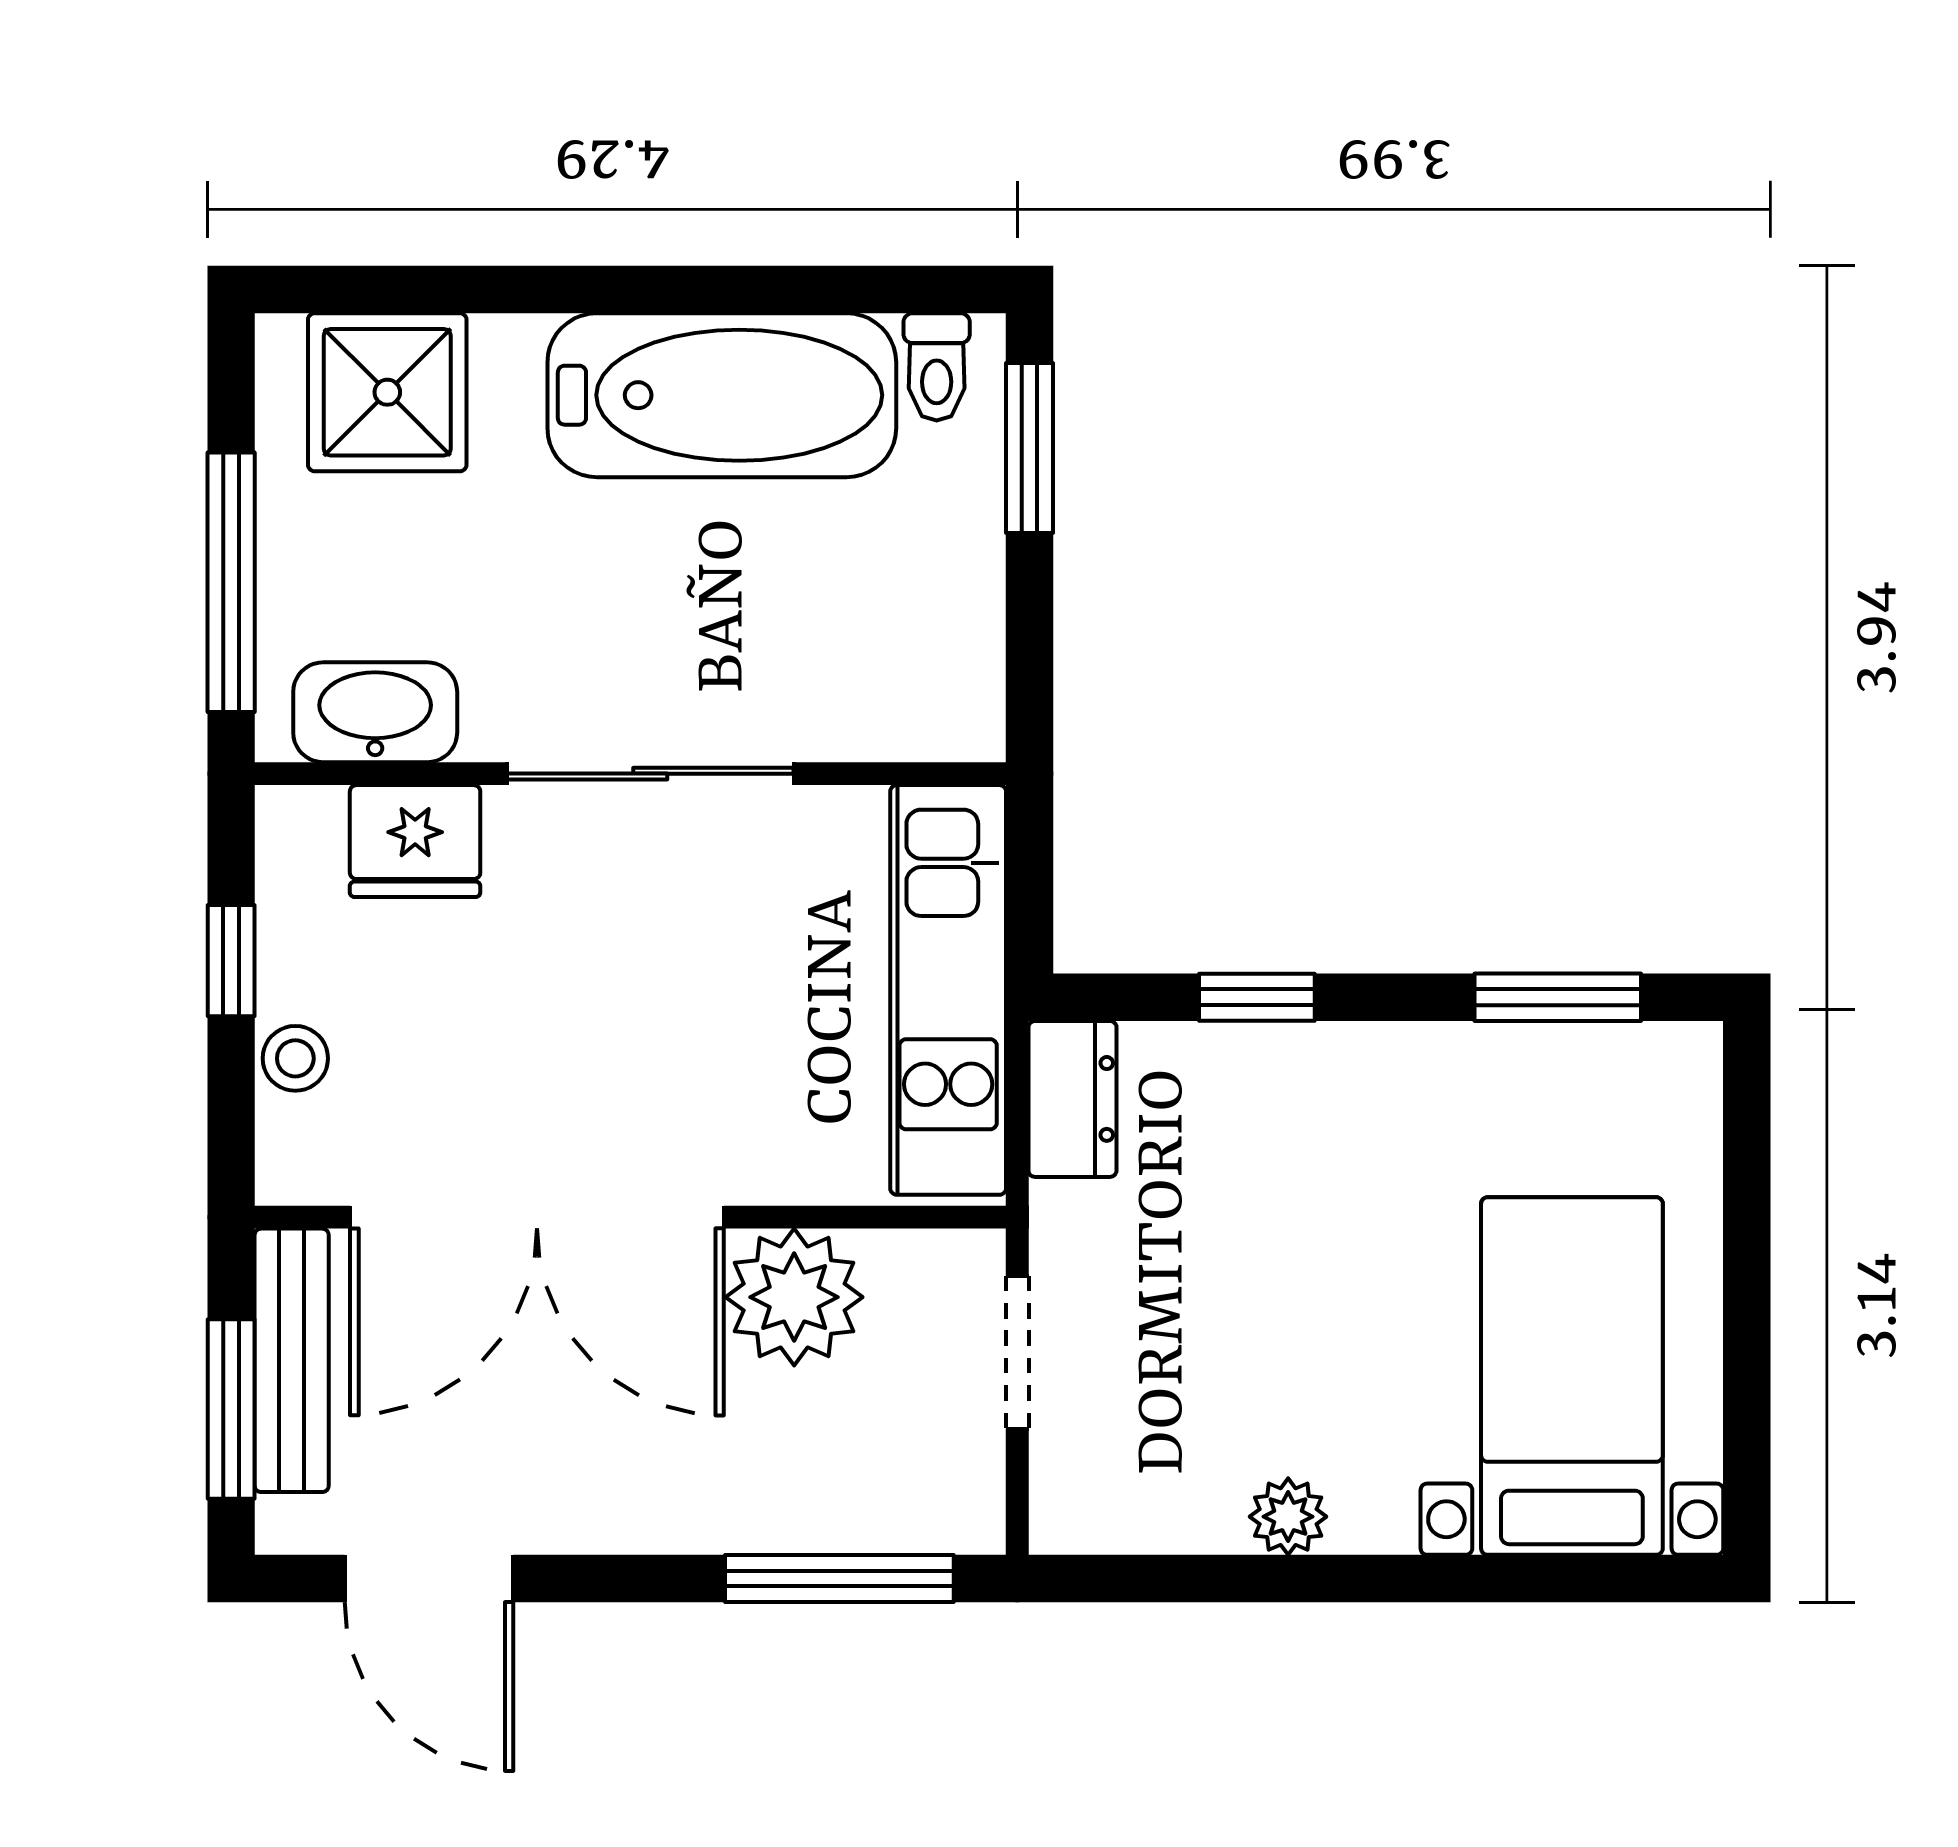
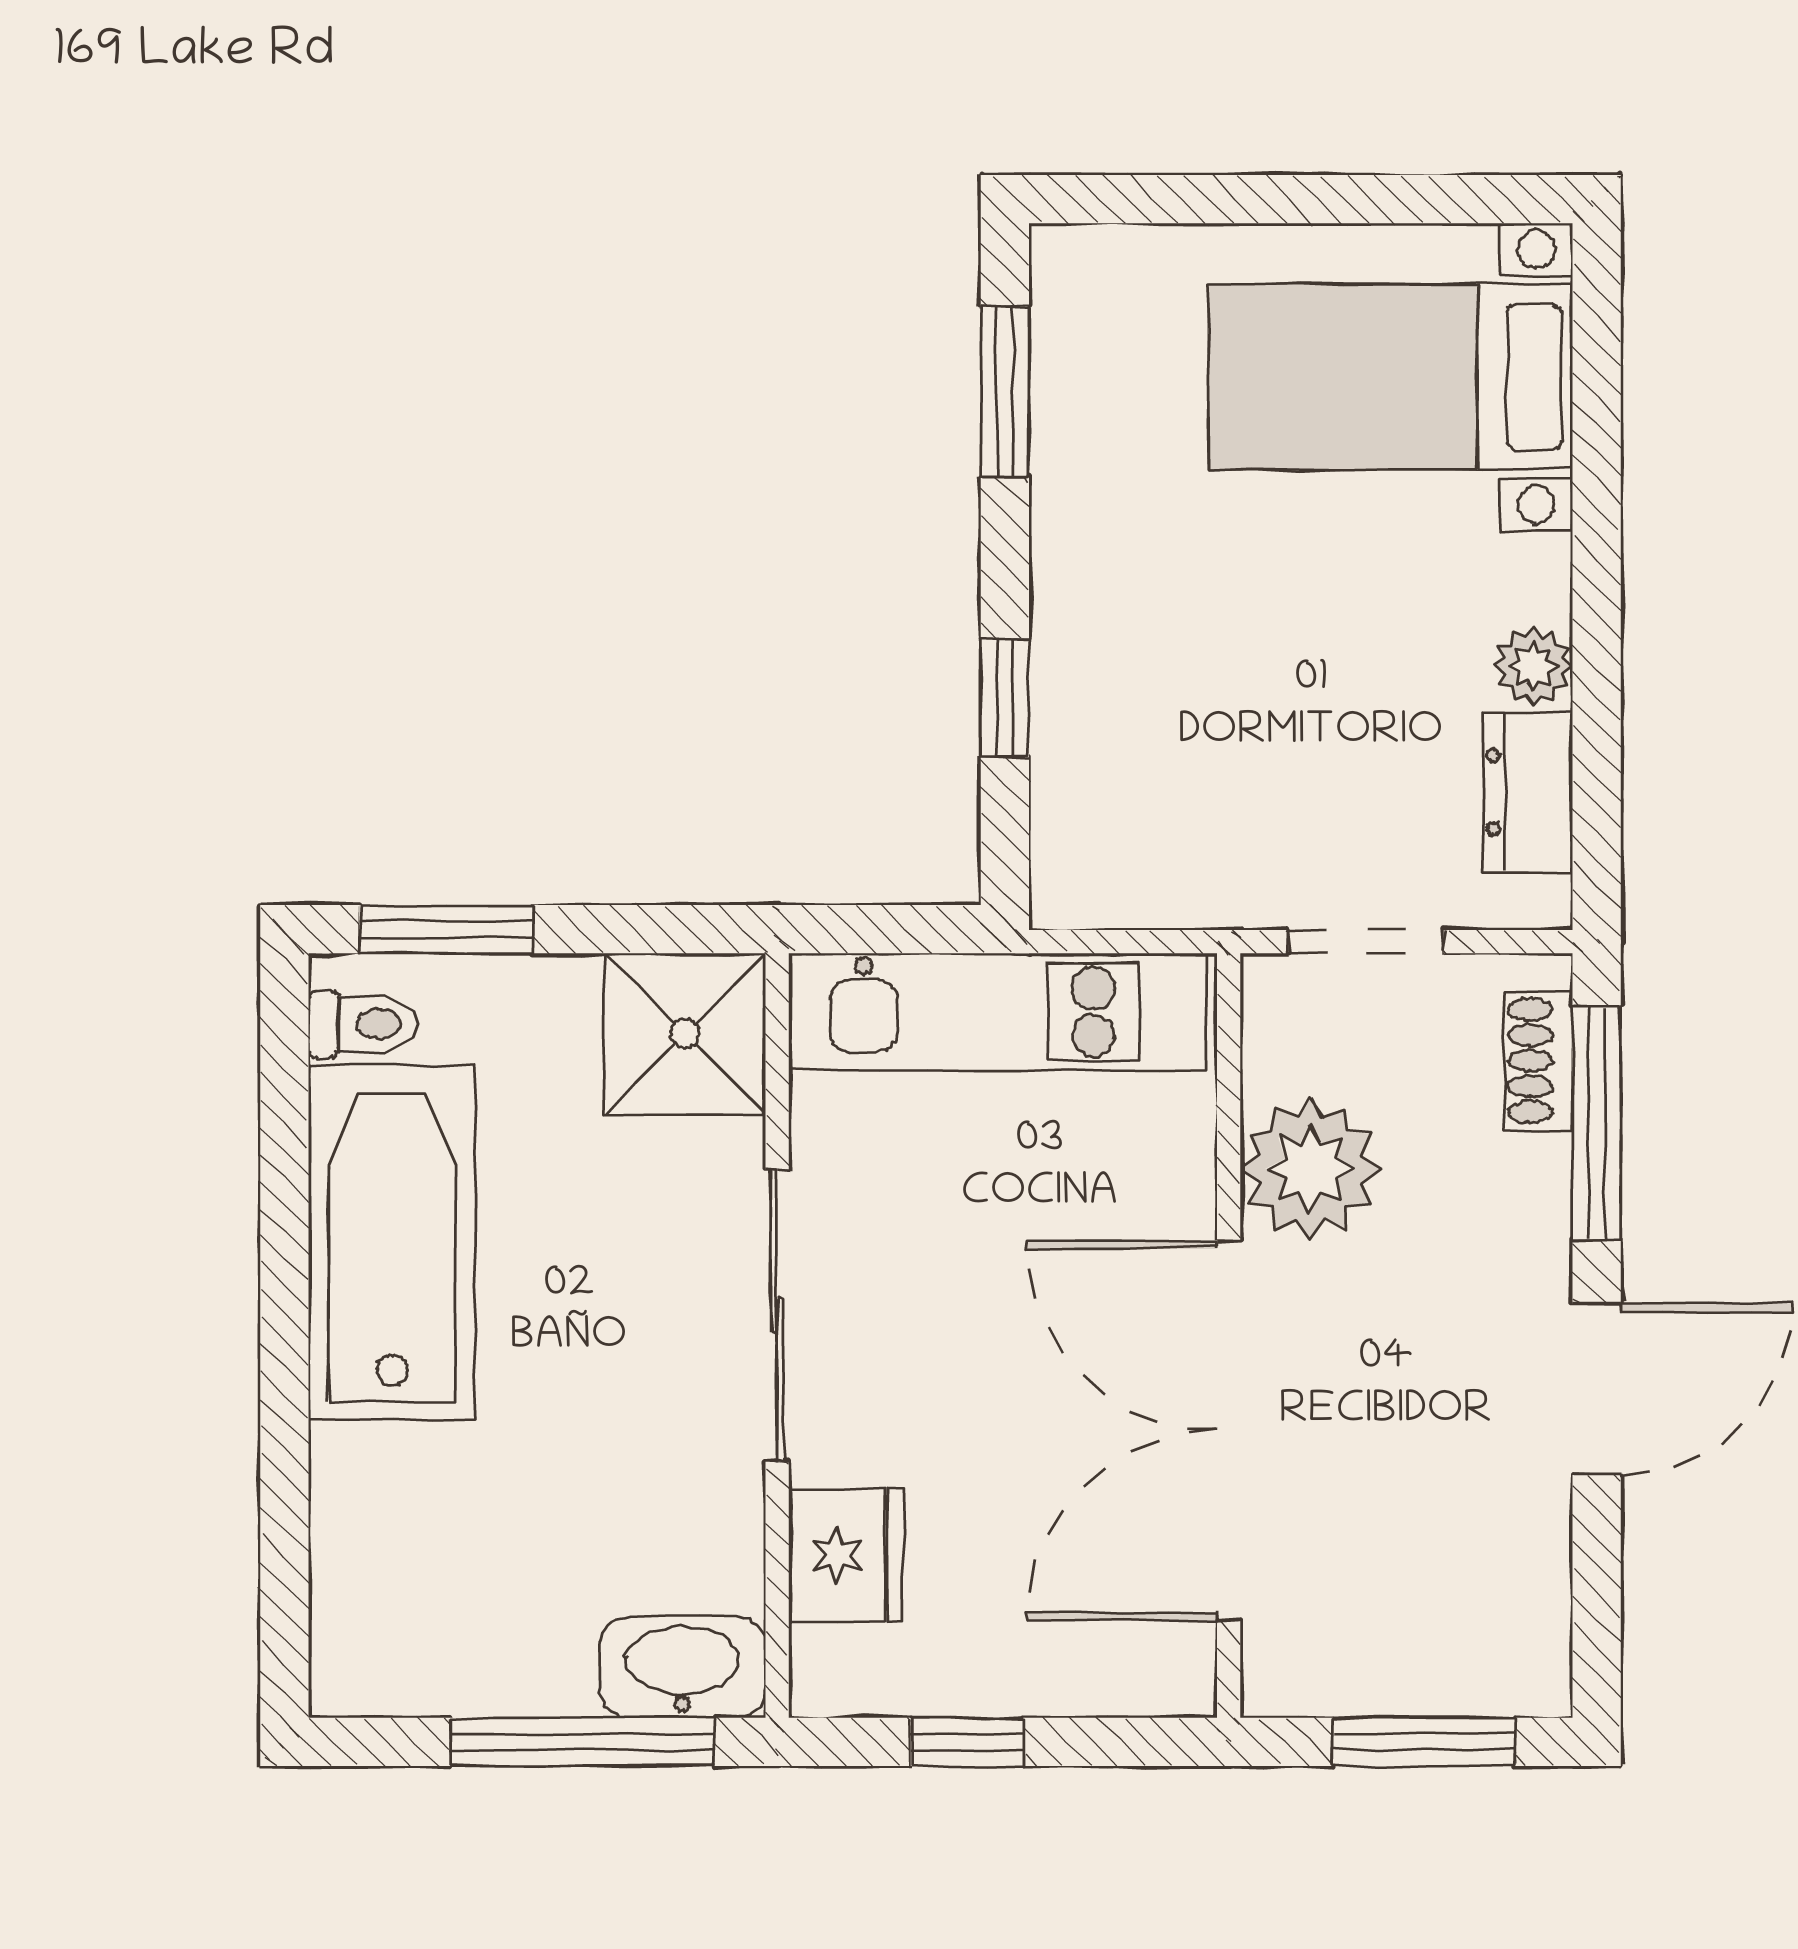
shower: (387, 392) -> (685, 1034), moved
washbasin: (375, 712) -> (682, 1667), moved, turned 90
stool: (295, 1058) -> (1067, 1677), removed
dresser: (1072, 1099) -> (1528, 792), moved, turned -90
double door: (537, 1217) -> (1229, 1431), swing flipped
bench: (292, 1360) -> (1374, 1680), removed
shoe rack: (900, 1522) -> (1539, 1061), added
door: (429, 1579) -> (1597, 1389), moved

